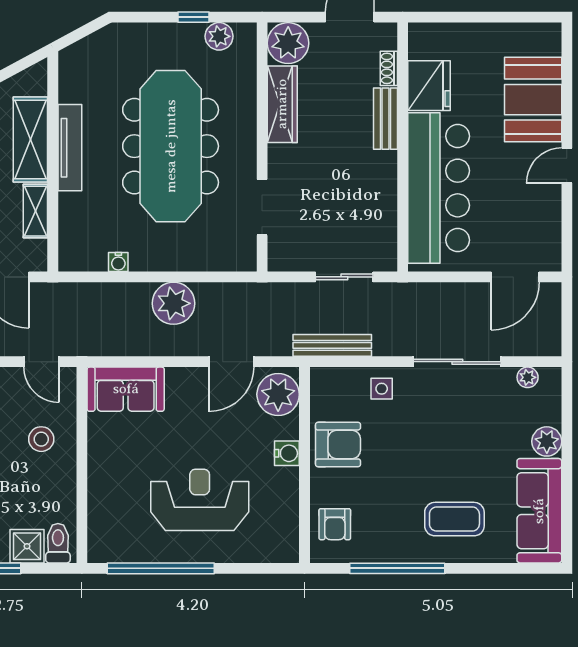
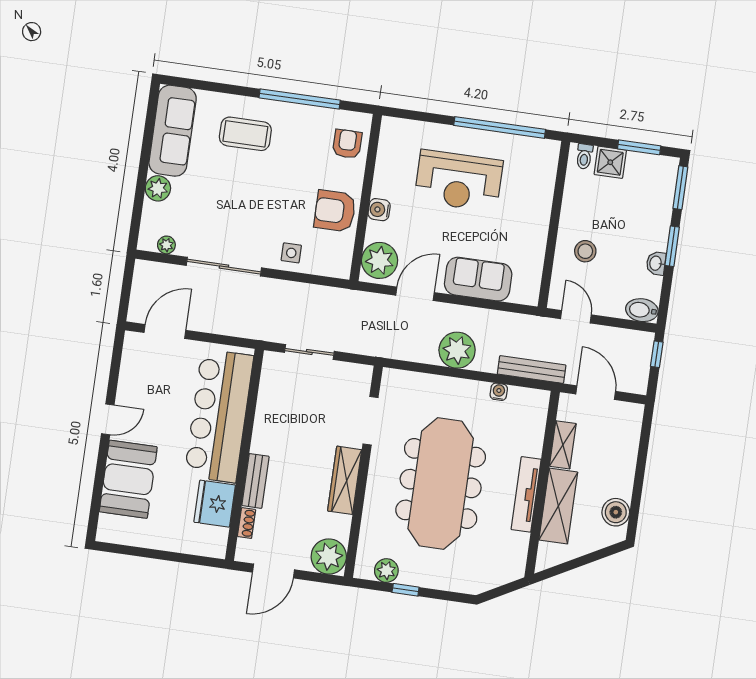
wardrobe: (282, 104) -> (345, 480), moved
bench: (332, 345) -> (532, 370), moved
sofa: (126, 389) -> (478, 279), moved
toilet: (58, 543) -> (584, 156), width x0.73, depth x0.72

